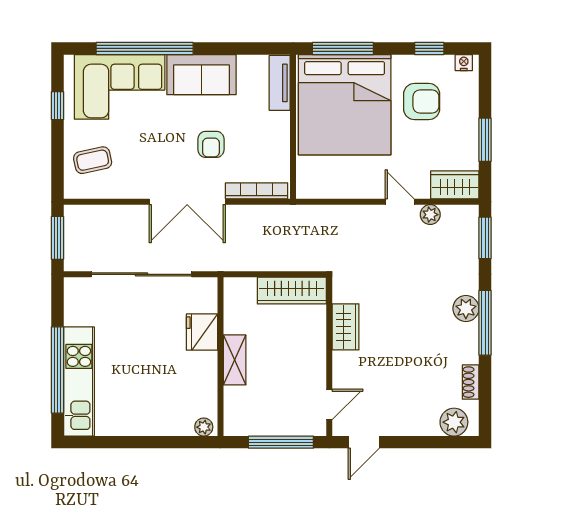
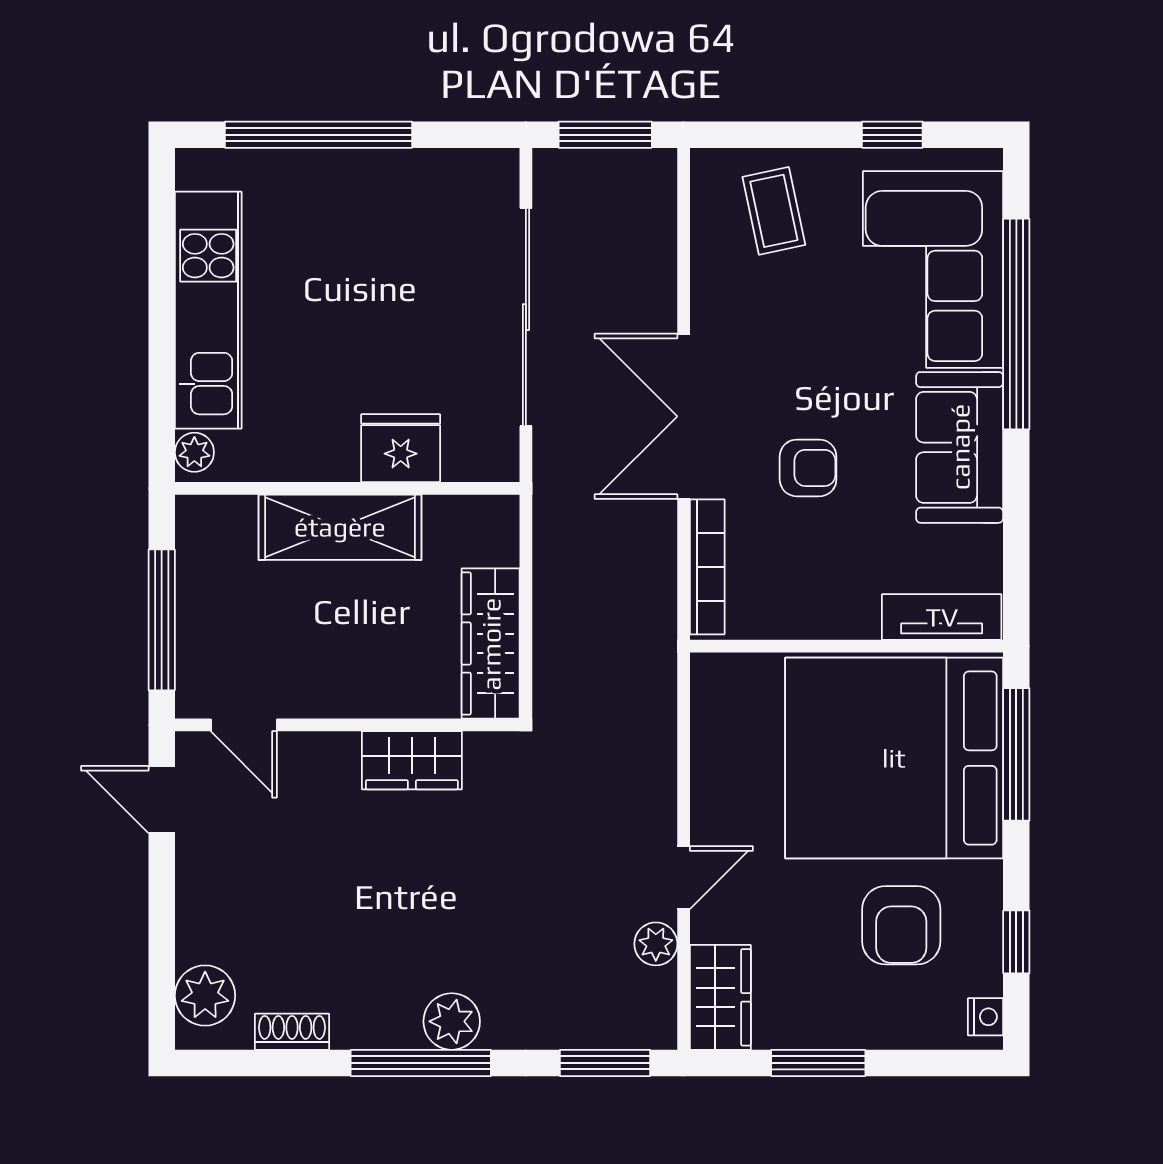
armchair: (211, 144) -> (808, 468), turned 180
shelving: (235, 360) -> (340, 527), width x1.50, depth x1.33
kitchen unit: (79, 382) -> (208, 310), moved, turned -90

